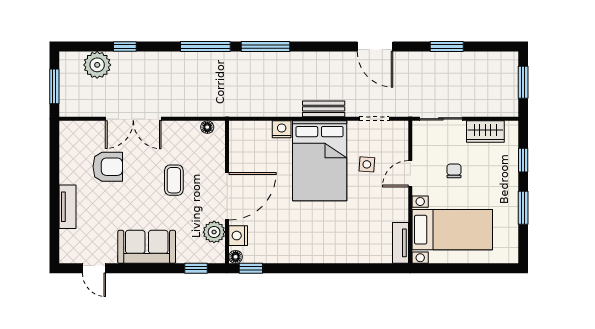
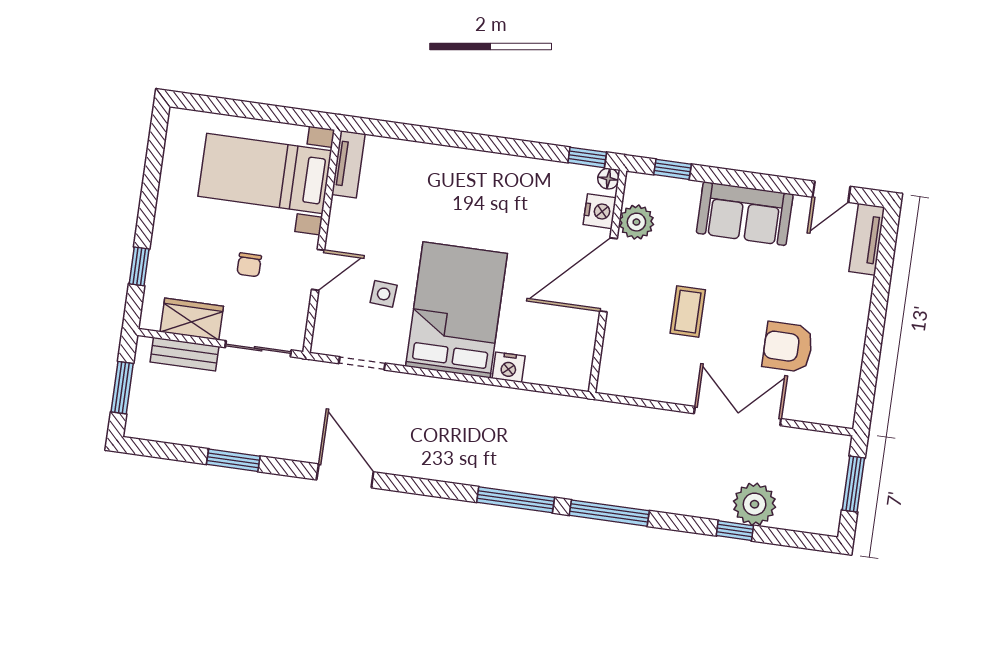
plant: (97, 65) -> (755, 504), moved
bench: (324, 109) -> (184, 354), moved
floor lamp: (207, 127) -> (624, 387), removed
tv unit: (68, 207) -> (867, 239), moved
window: (523, 208) -> (150, 192), removed
door: (94, 268) -> (831, 192), swing flipped

